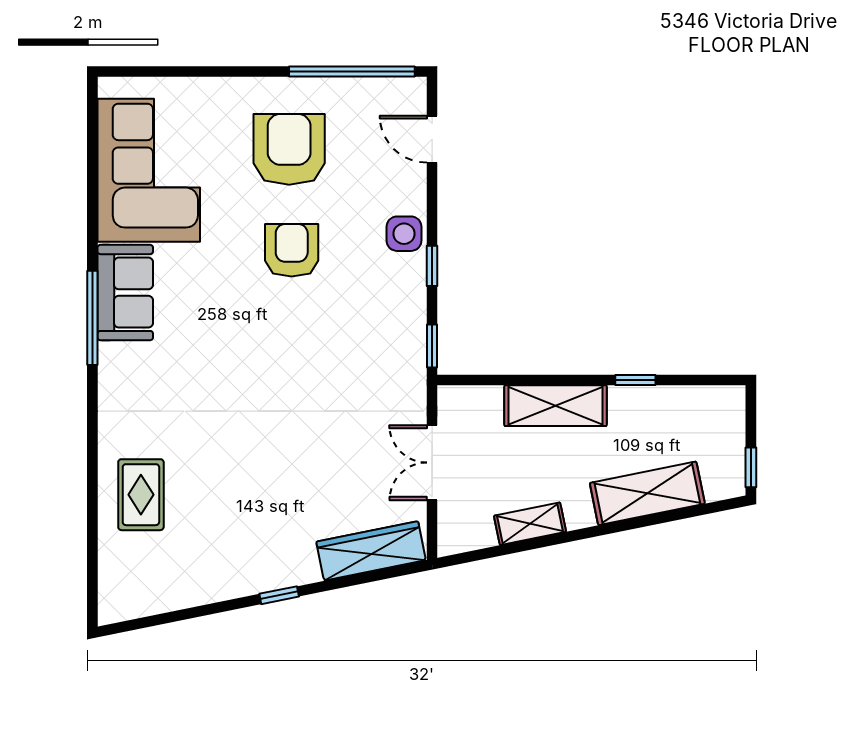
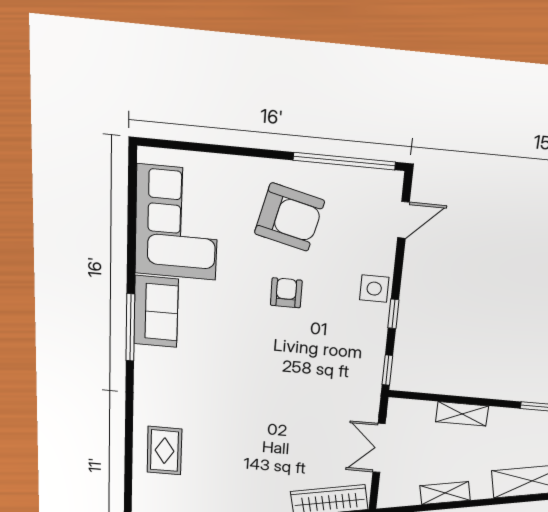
door: (432, 139) -> (403, 220), swing flipped
armchair: (289, 149) -> (289, 217), turned 104
armchair: (292, 250) -> (286, 293), width x0.72, depth x0.72
shelving: (556, 406) -> (462, 414), width x0.67, depth x0.75

